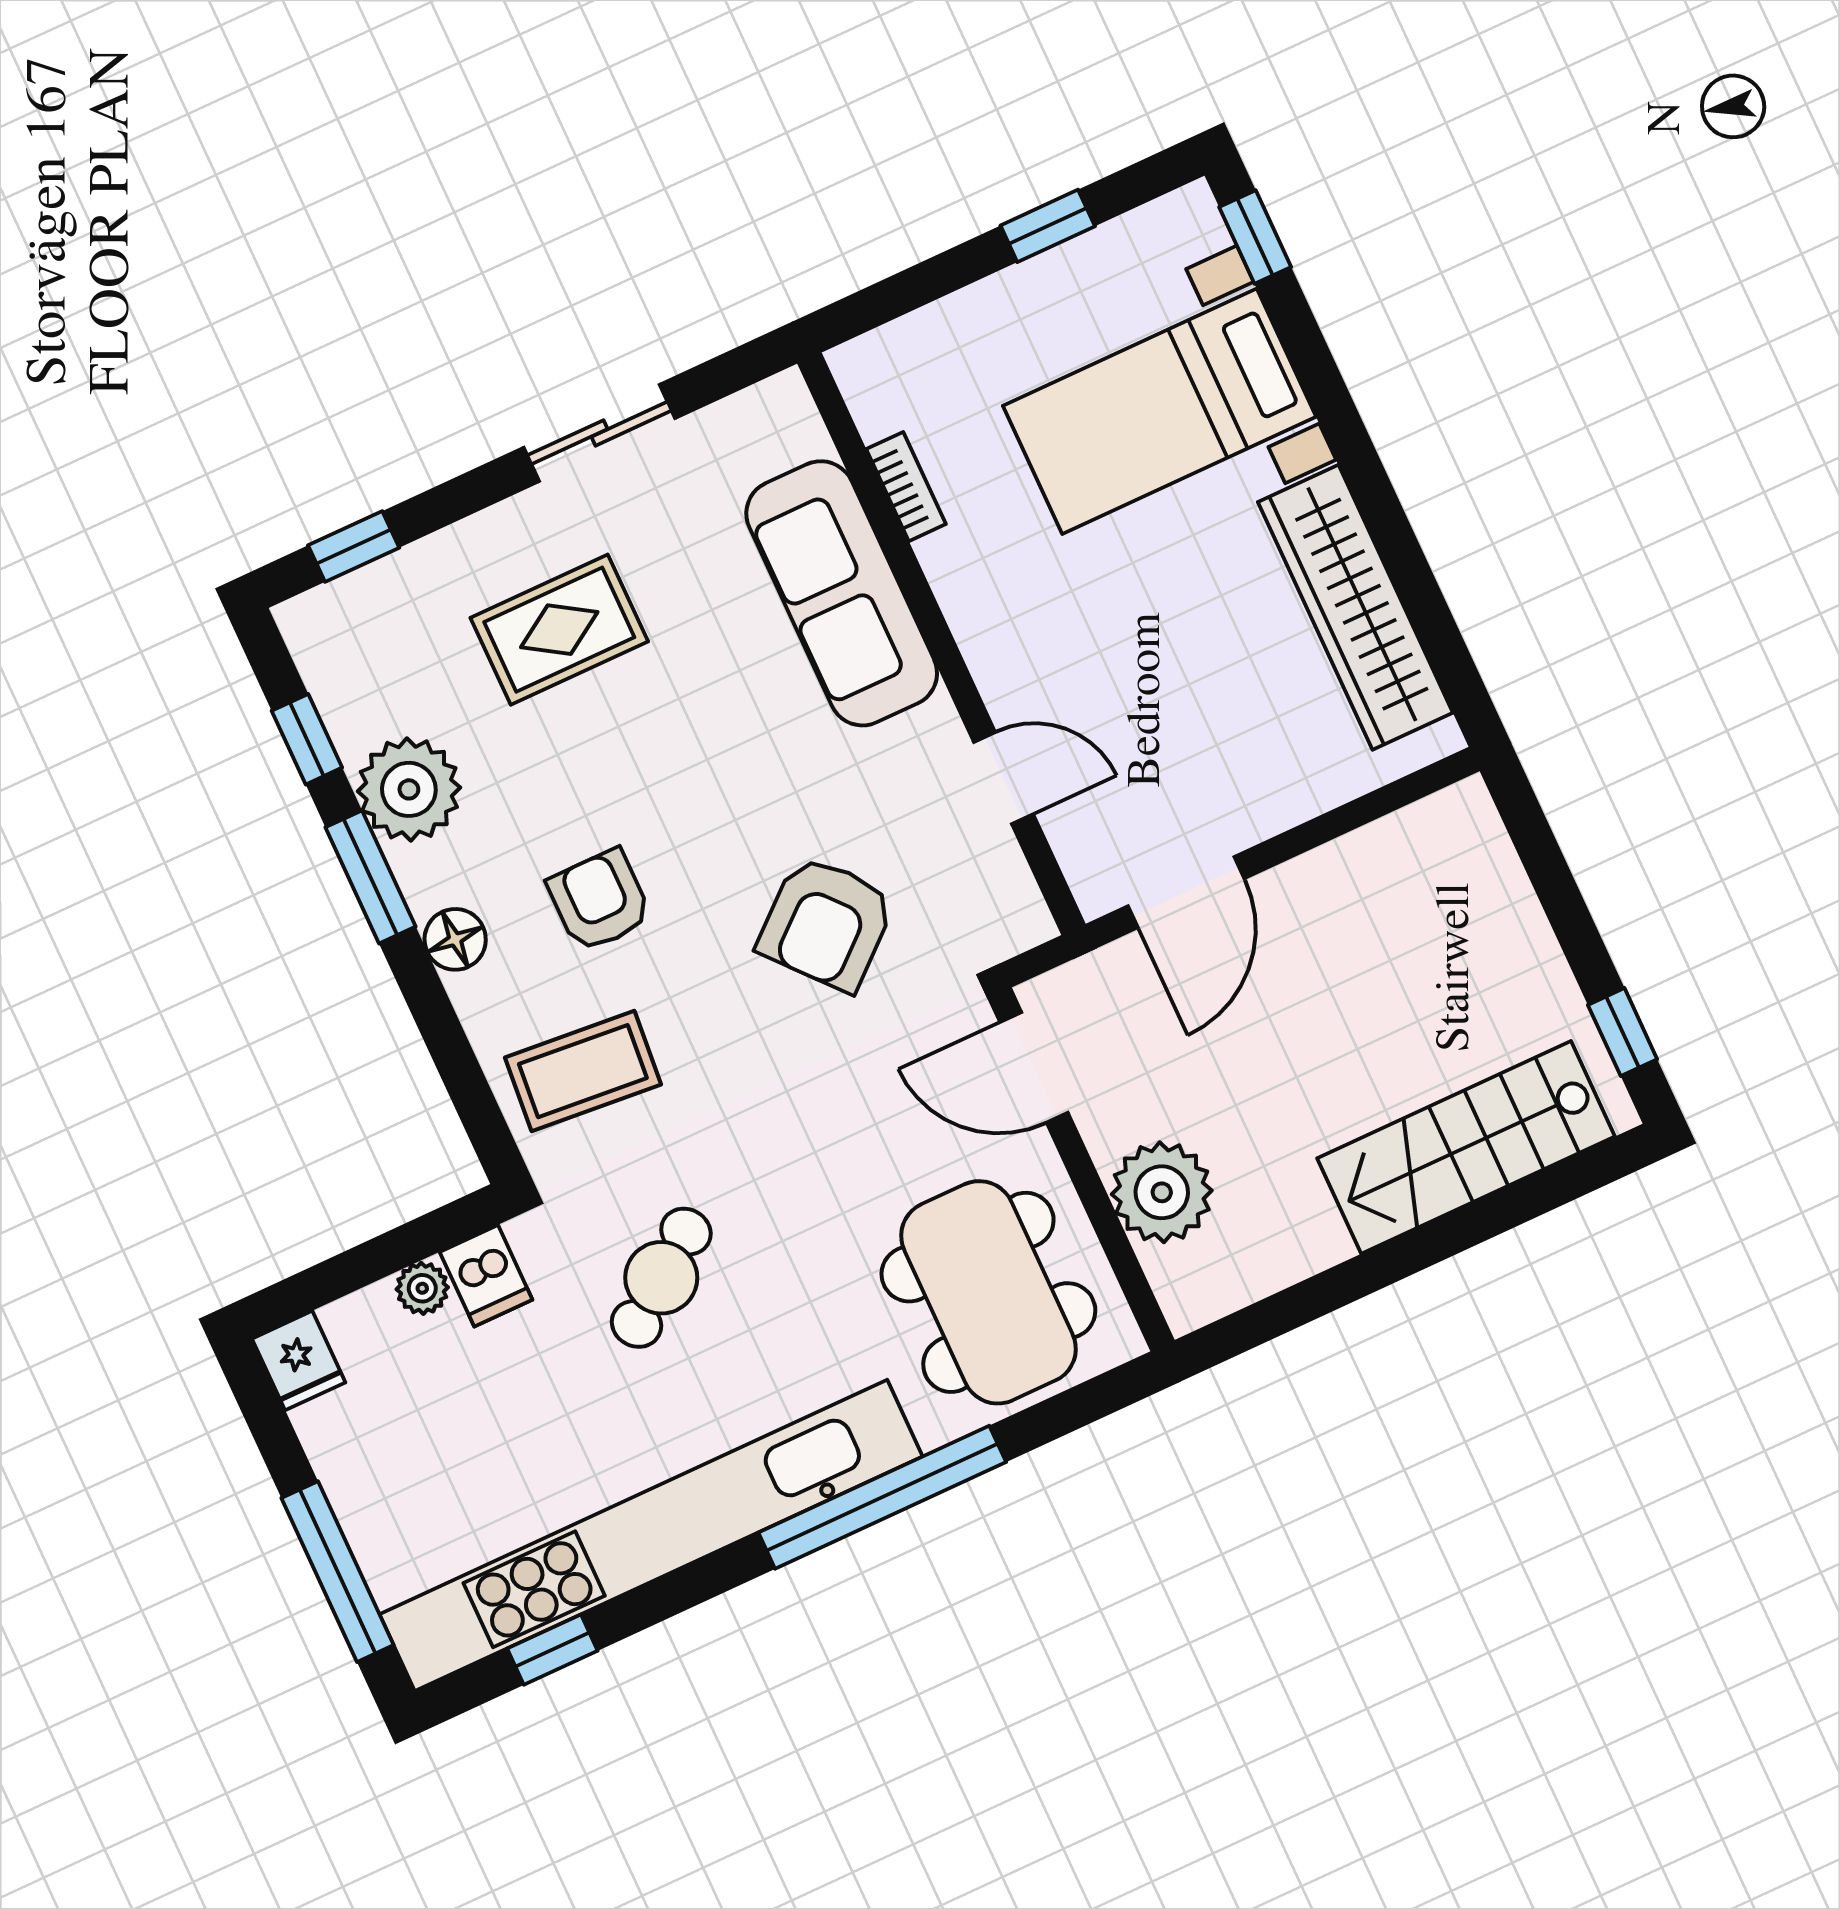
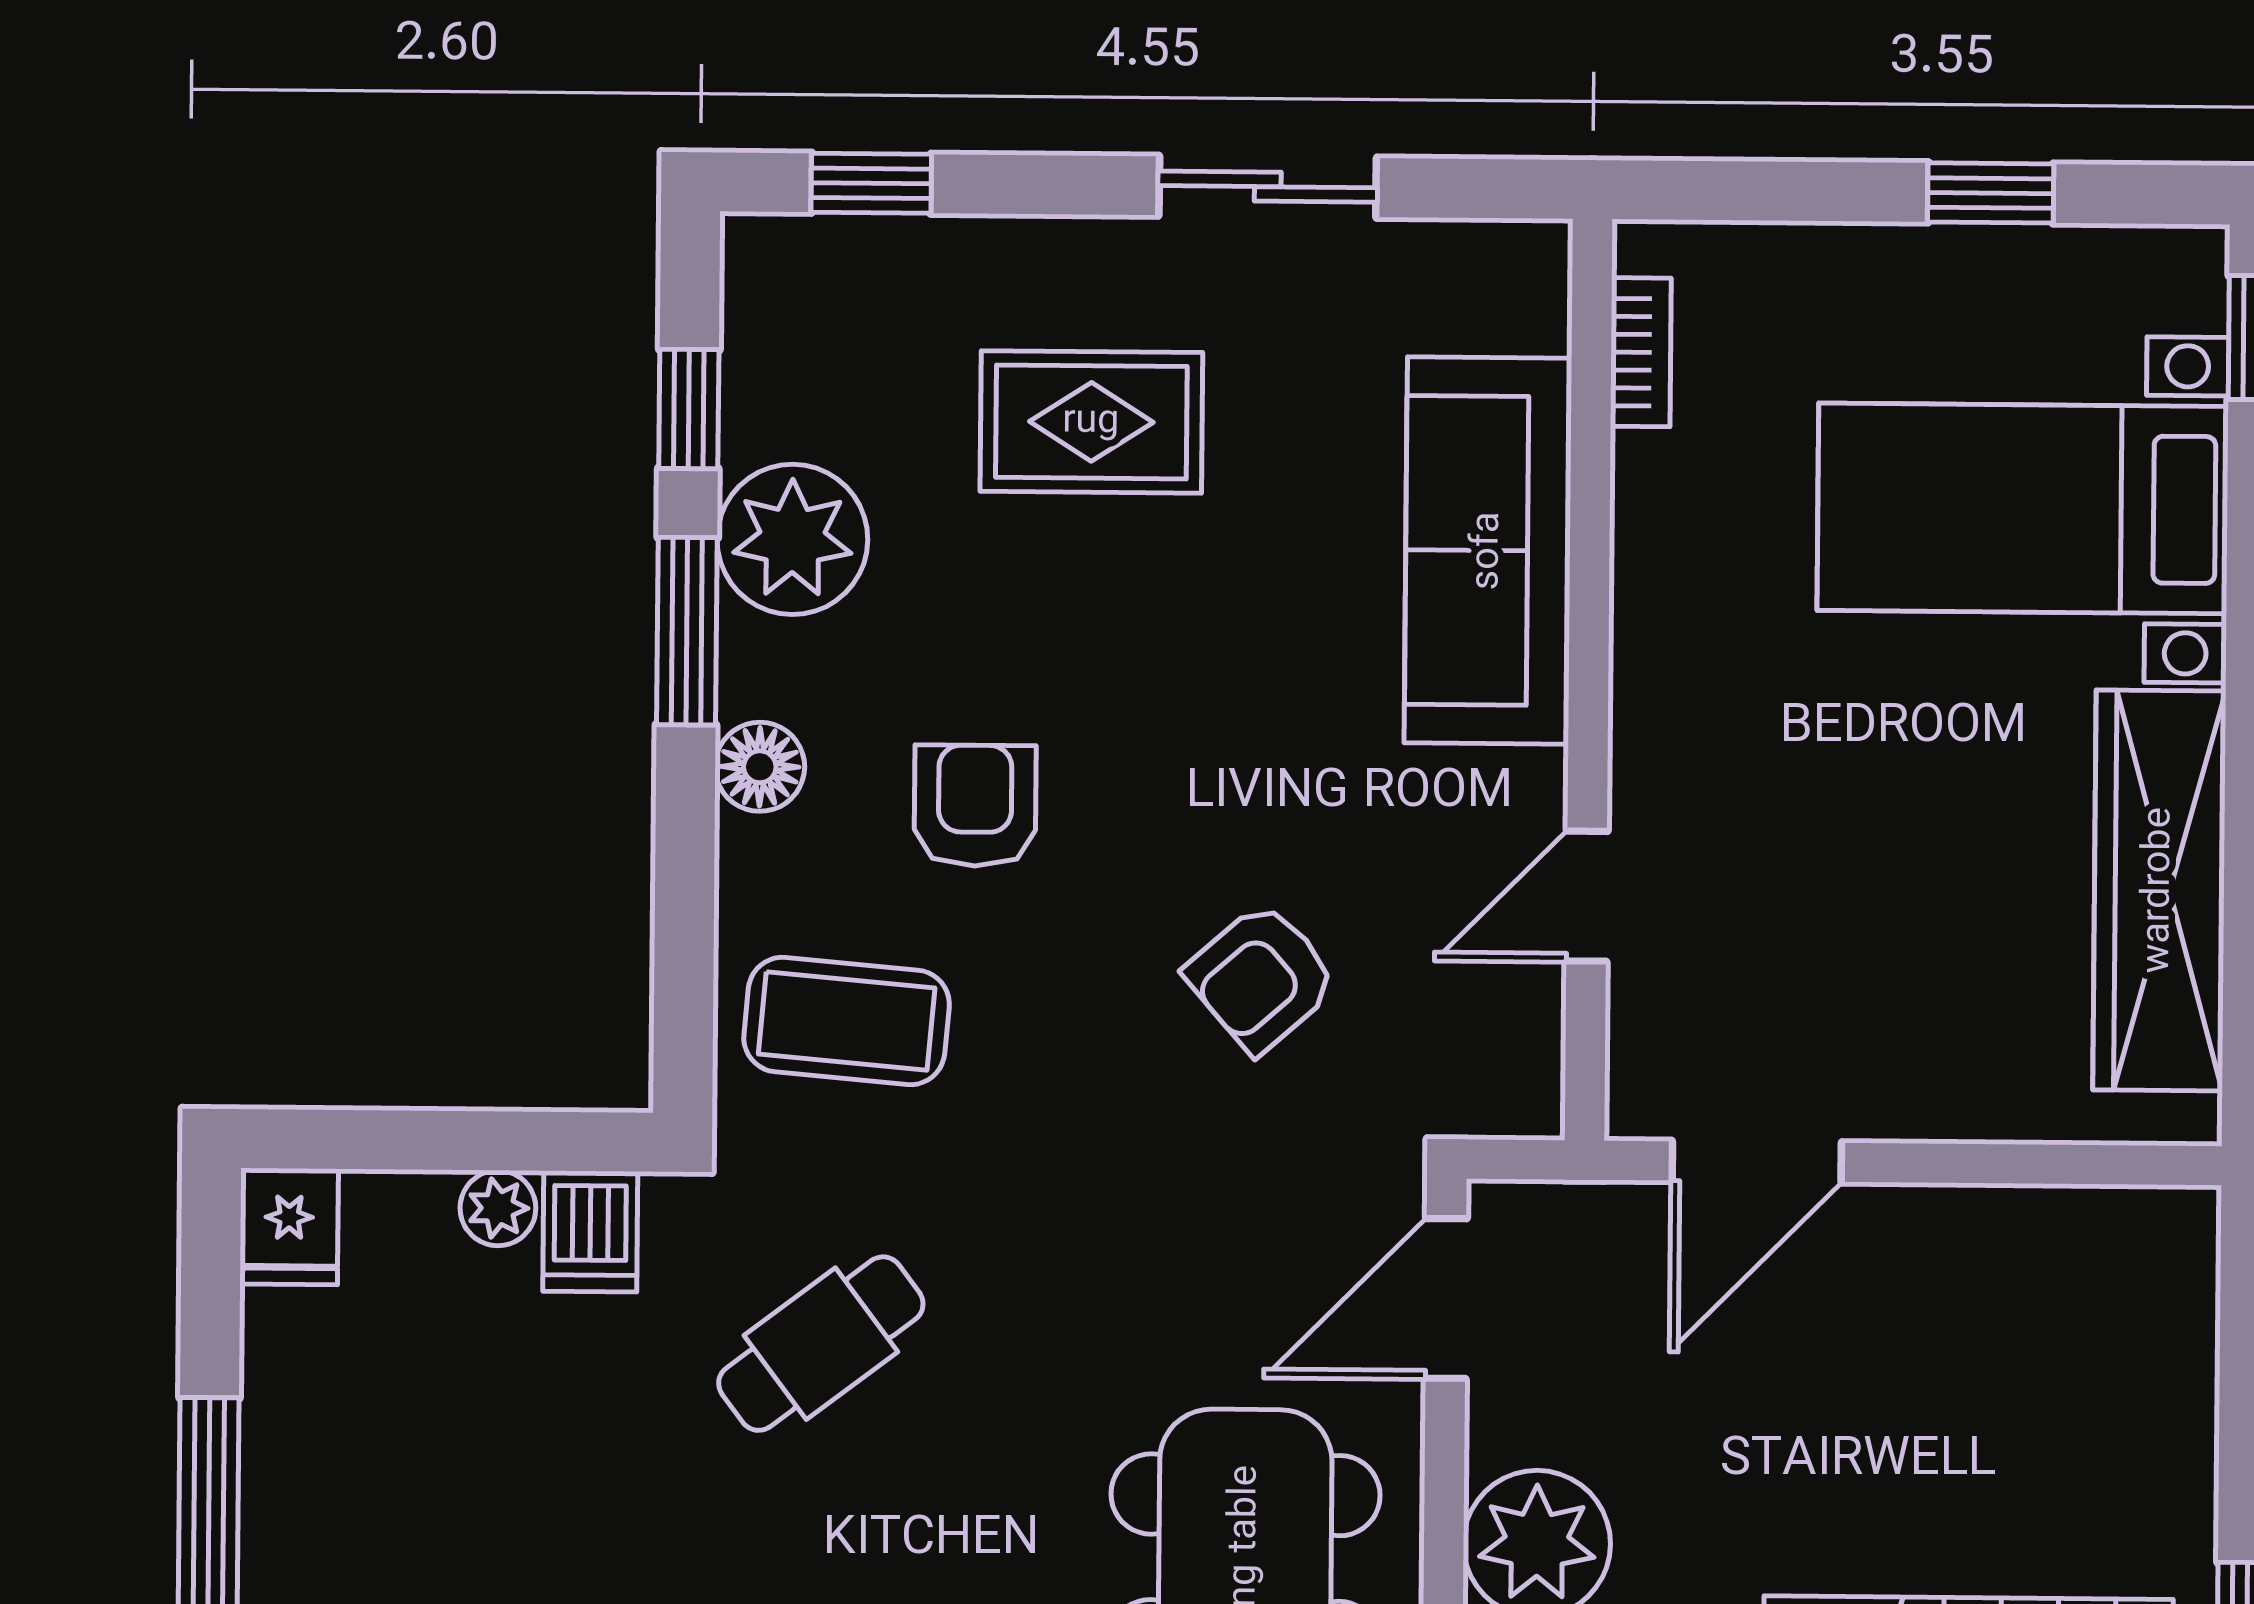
bookcase: (906, 487) -> (1641, 352), moved
door: (1004, 778) -> (1587, 896), swing flipped
armchair: (826, 923) -> (1261, 978), width x0.72, depth x0.72
door: (1034, 1067) -> (1446, 1298), hinge flipped

